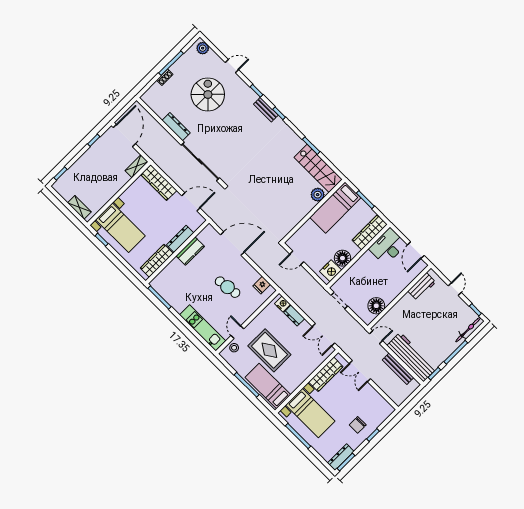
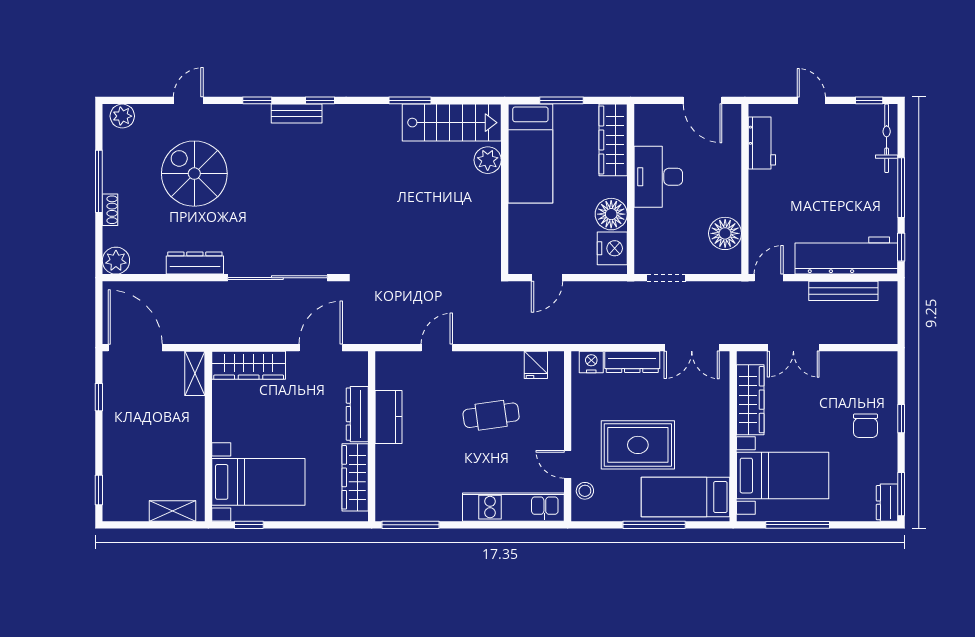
plant: (149, 98) -> (116, 261), added
door: (232, 244) -> (437, 348), width x0.53
desk: (388, 247) -> (658, 177), moved
dresser: (294, 316) -> (632, 362), width x1.44
dresser: (341, 457) -> (887, 503), width x0.70

